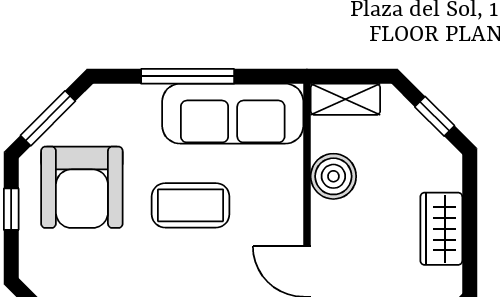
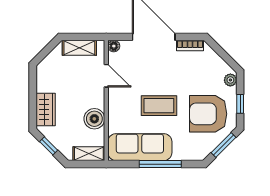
armchair: (82, 187) -> (208, 114), turned -90
wardrobe: (441, 229) -> (46, 109), moved
plant: (33, 262) -> (230, 80), added

